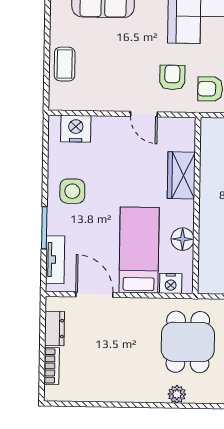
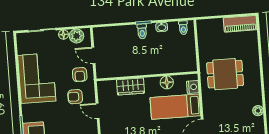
door: (144, 114) -> (98, 111), swing flipped
plant: (177, 394) -> (258, 111), moved

